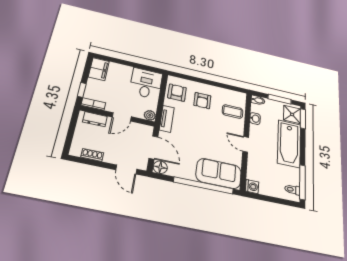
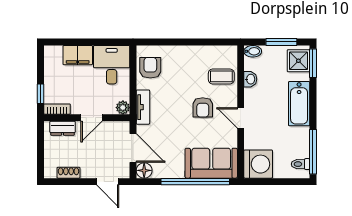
filing cabinet: (99, 69) -> (78, 55), moved, turned 90
armchair: (202, 101) -> (203, 107), moved
bathtub: (289, 144) -> (299, 104), width x0.73, depth x0.73
washing machine: (252, 187) -> (258, 164), width x1.89, depth x1.89

